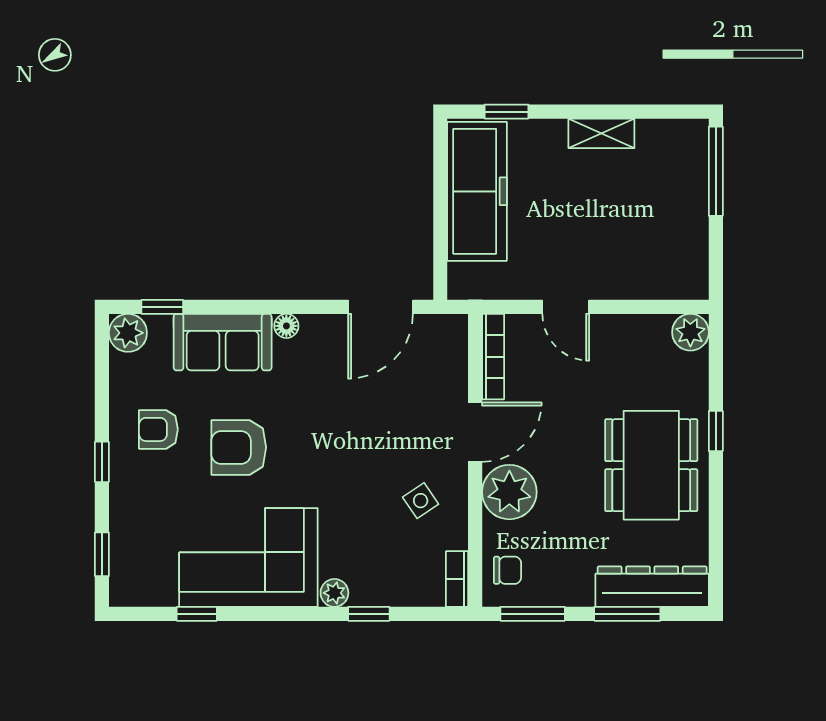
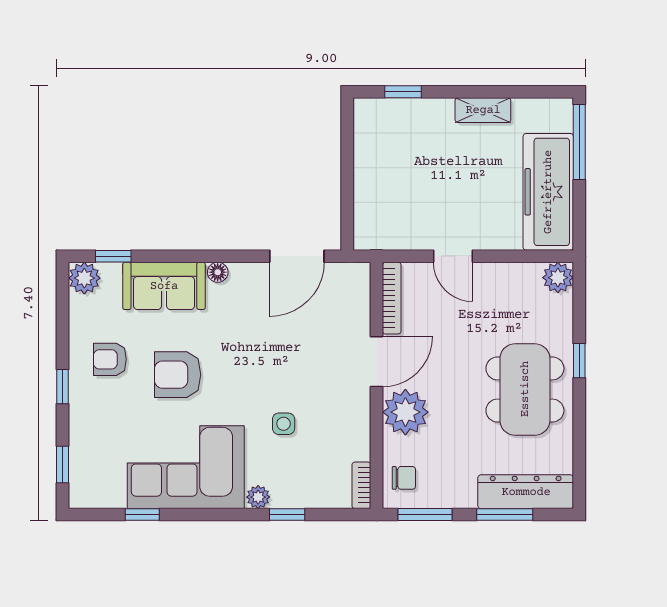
freezer: (477, 191) -> (548, 192), moved, turned 180
side table: (421, 501) -> (284, 424), moved, turned 34

